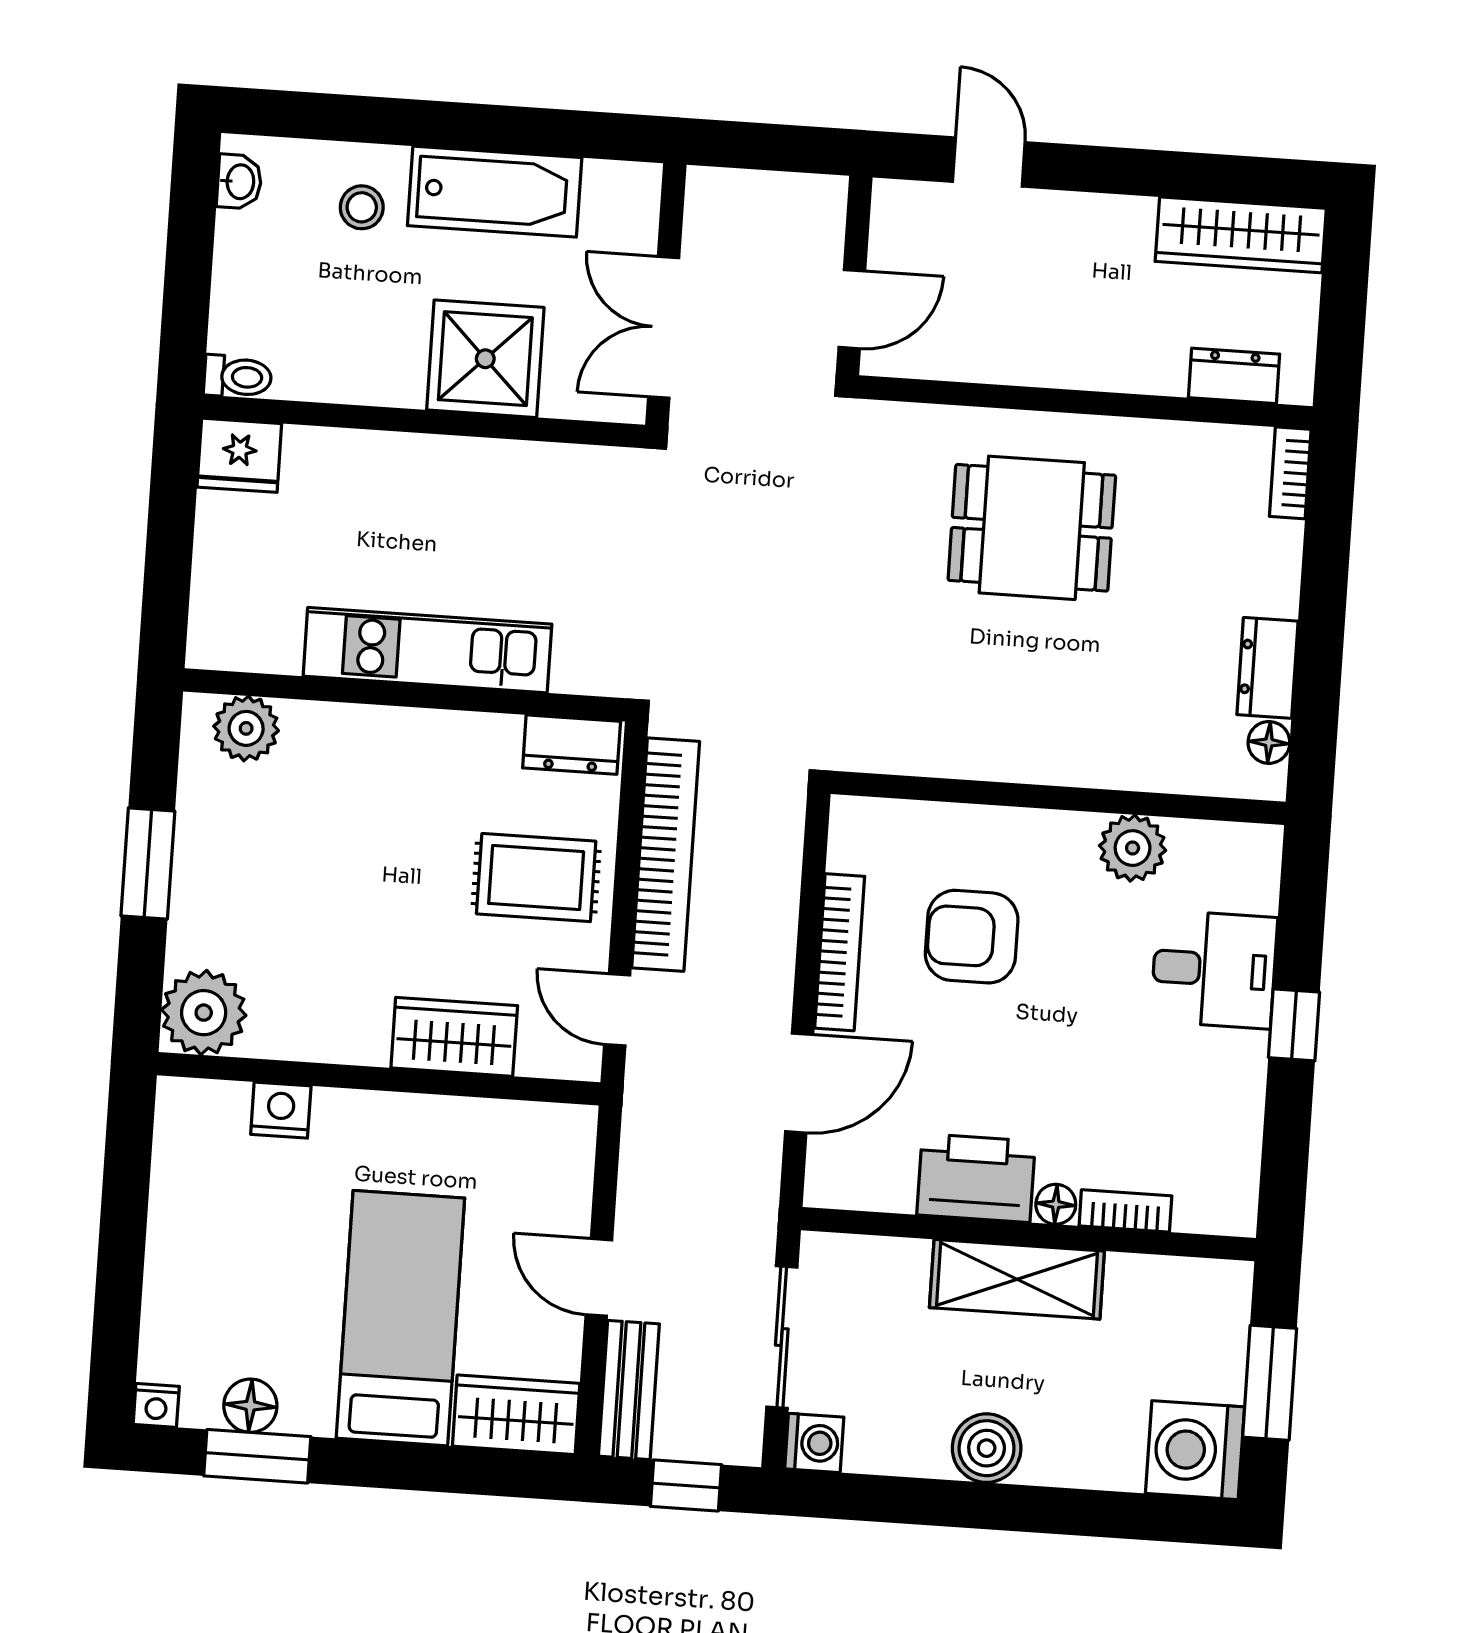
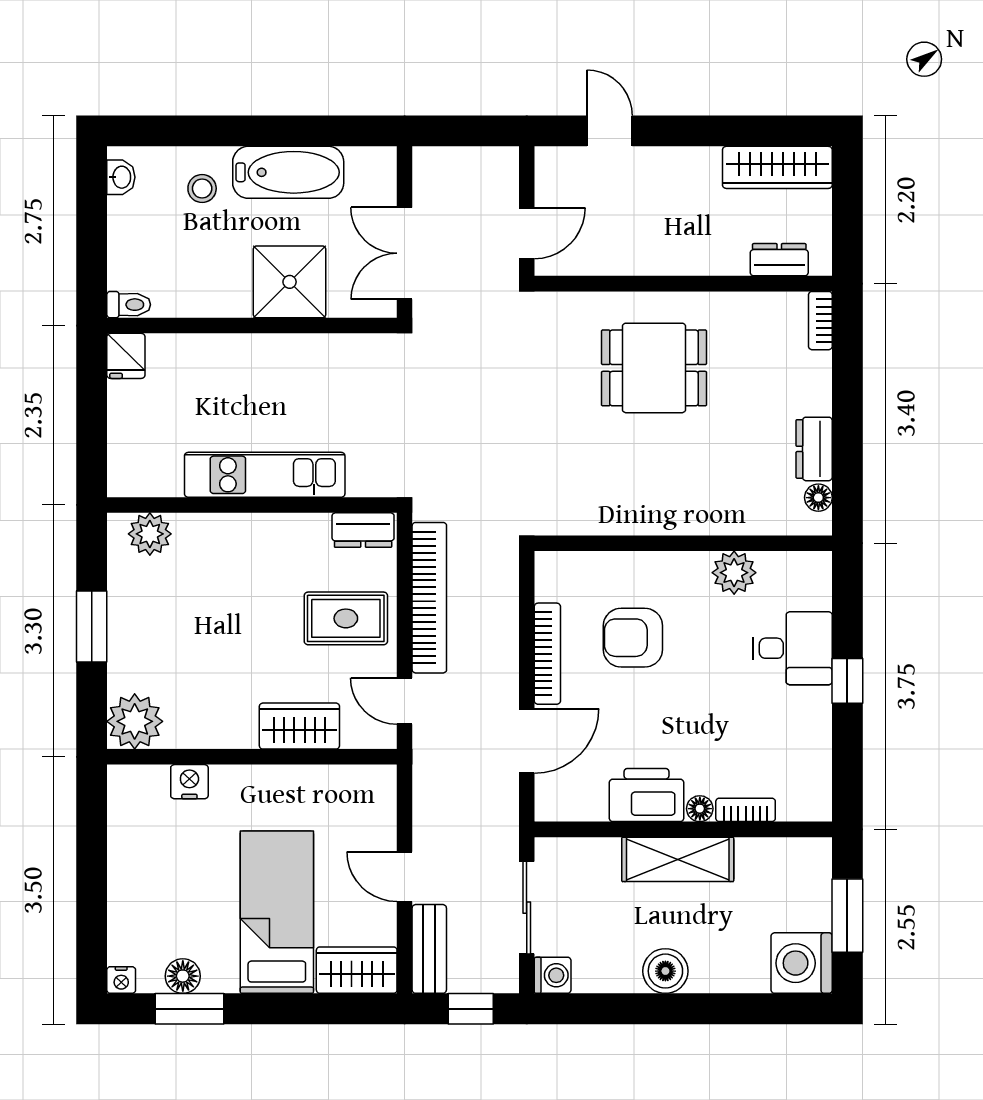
fridge: (239, 455) -> (126, 356), width x0.72

